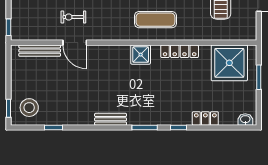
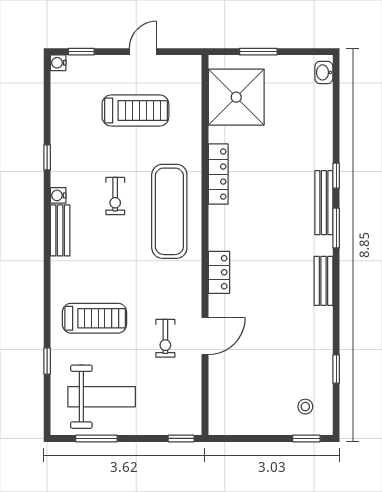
exercise mat: (155, 20) -> (169, 211), width x1.36, depth x1.45
bench: (40, 51) -> (324, 203), moved
shower: (141, 55) -> (223, 234), removed
stool: (29, 108) -> (305, 407), width x0.53, depth x0.53
locker: (205, 118) -> (219, 272), moved, turned 180

